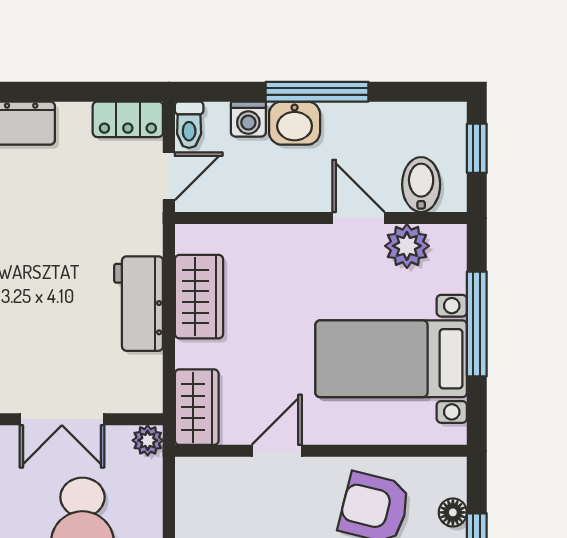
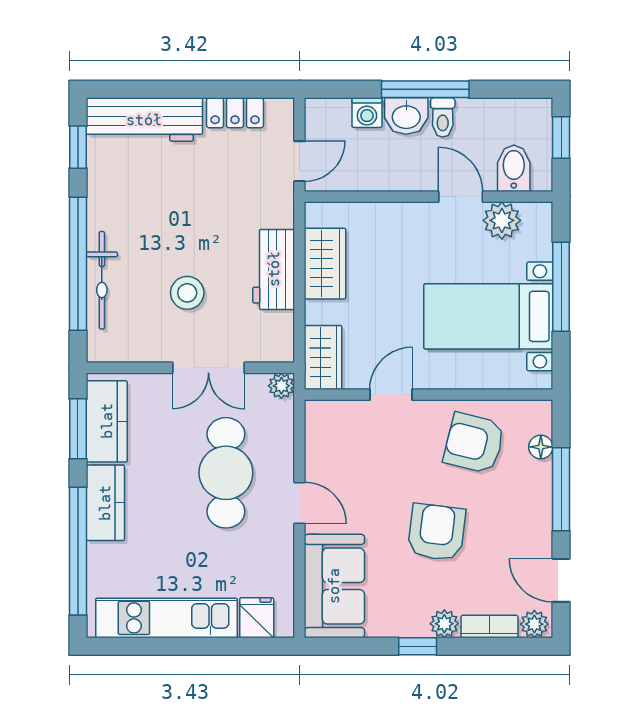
locker: (128, 119) -> (235, 113), moved
toilet: (189, 125) -> (443, 117), moved
stool: (37, 331) -> (187, 293), added

